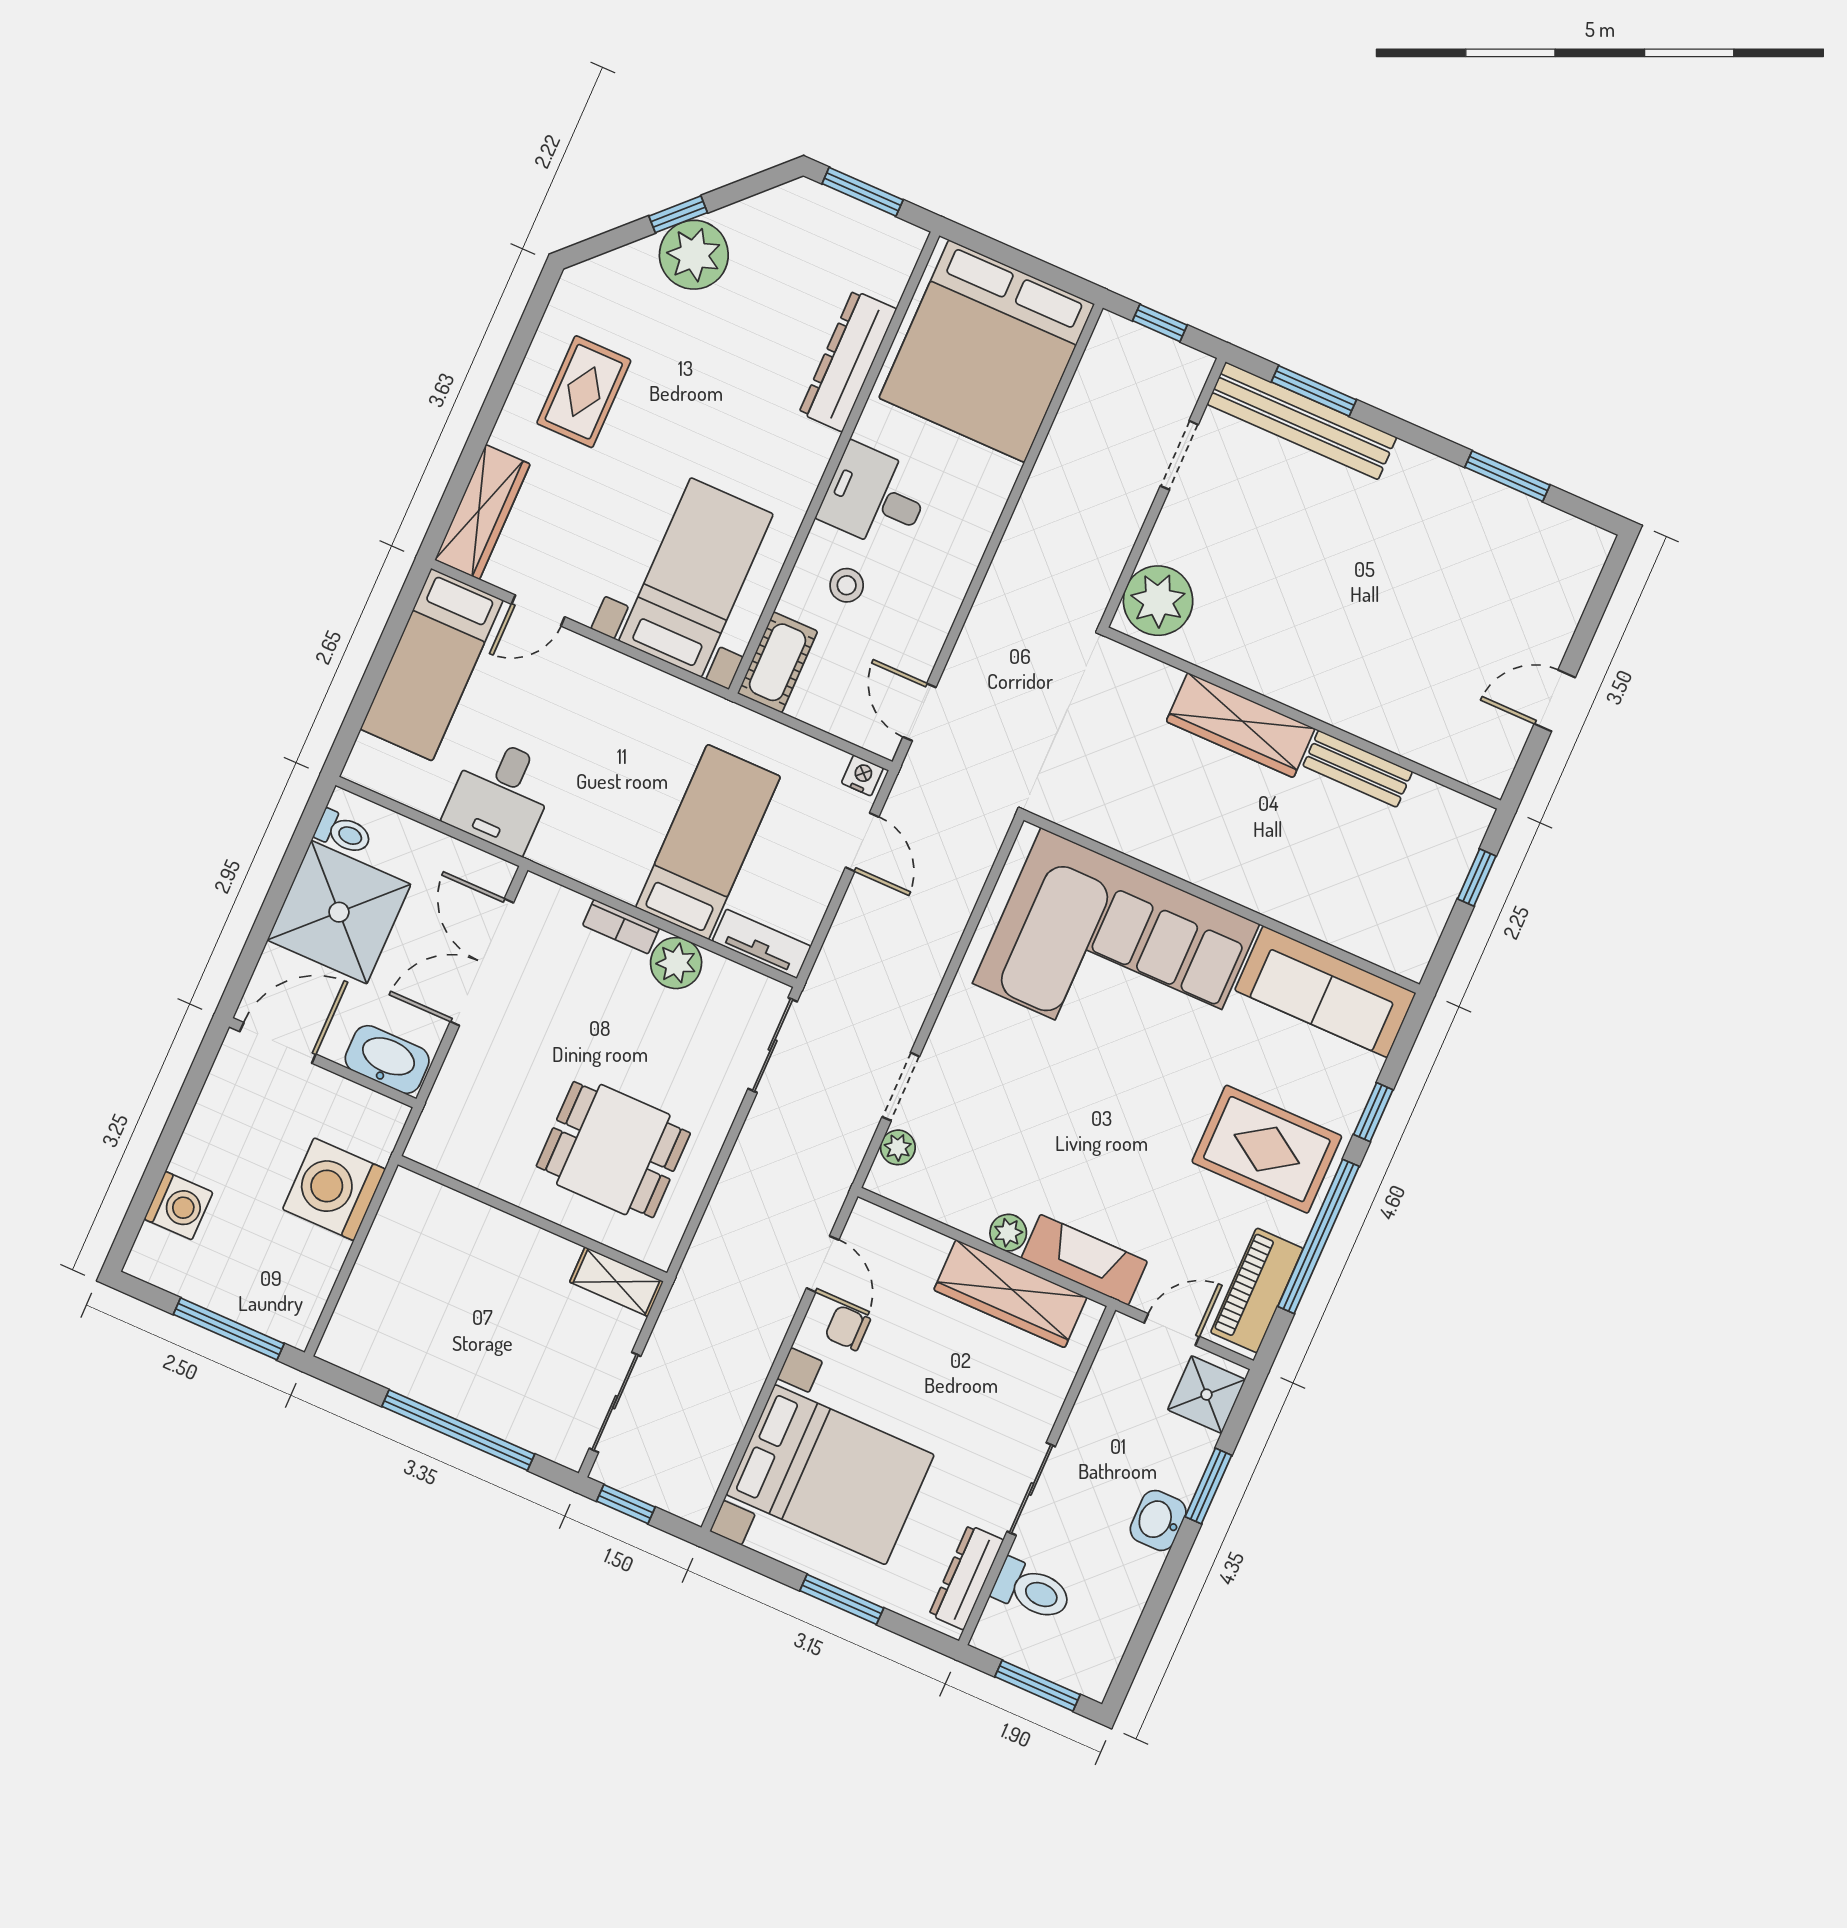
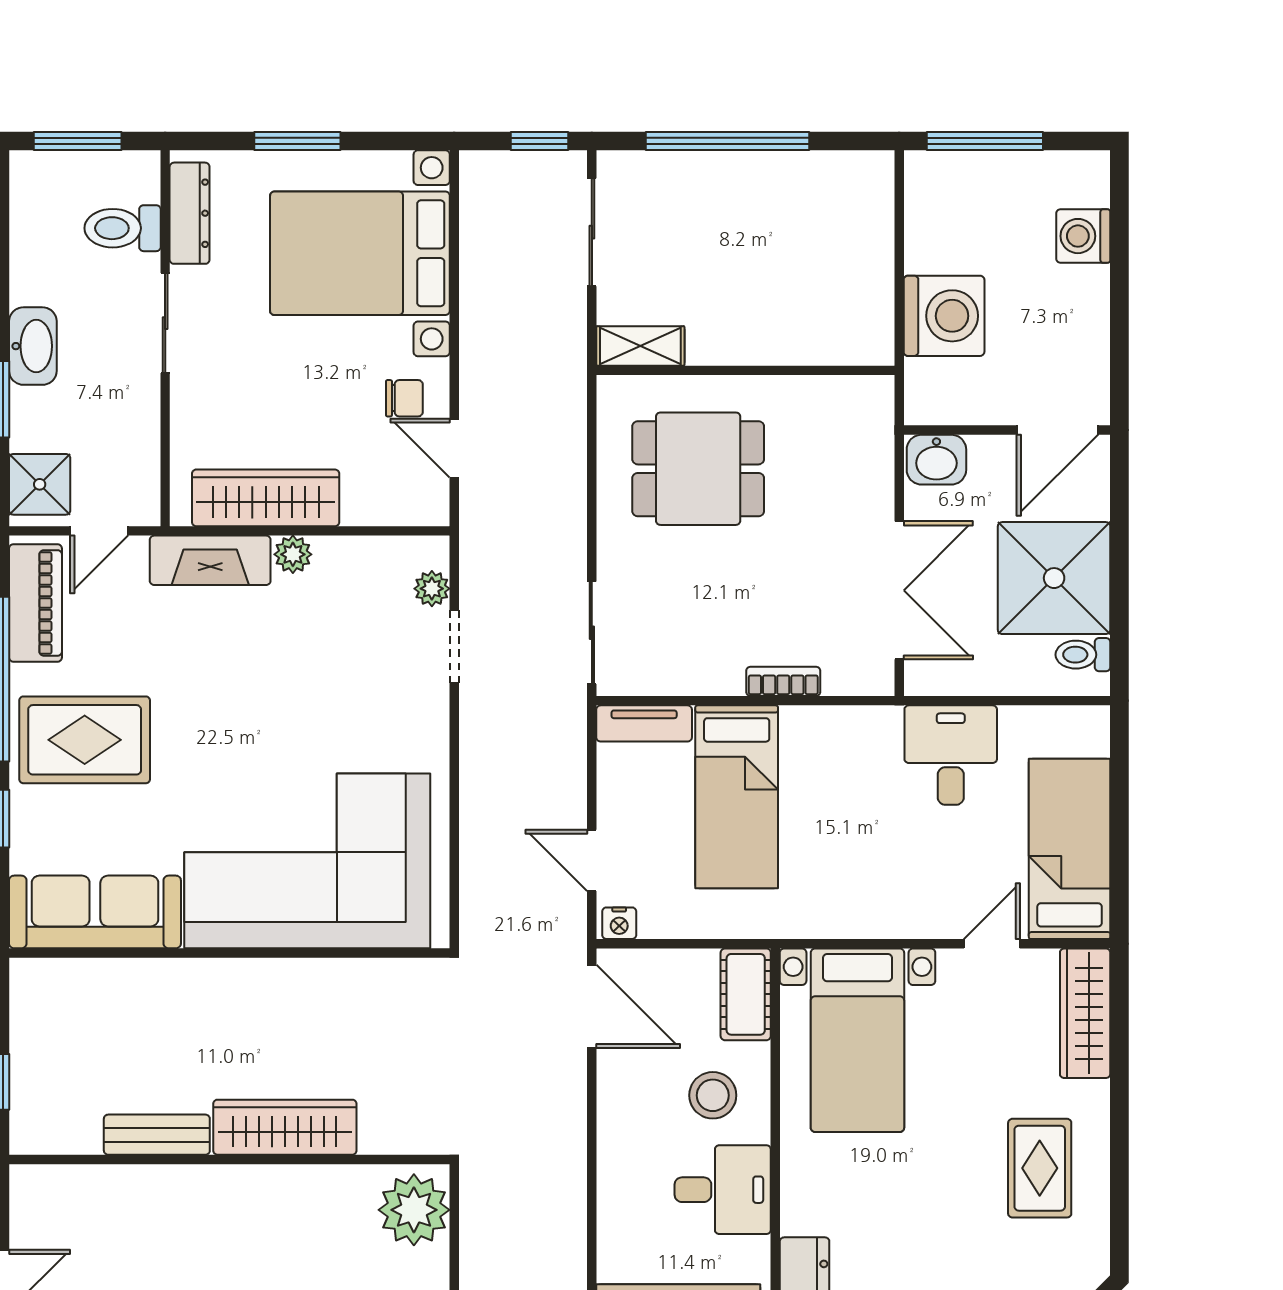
stool: (847, 585) -> (713, 1095), width x1.37, depth x1.37
door: (919, 712) -> (592, 1006), width x1.38
plant: (676, 963) -> (716, 670), removed
washbasin: (387, 1059) -> (936, 460), width x0.72
washbasin: (1158, 1520) -> (33, 346), width x1.38

